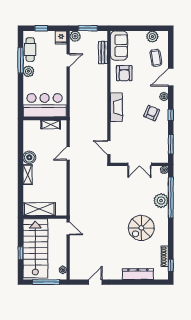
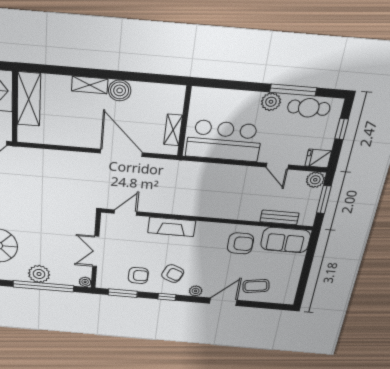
plant: (152, 37) -> (289, 284), removed
armchair: (124, 73) -> (240, 243), turned 180
door: (171, 77) -> (223, 302), hinge flipped
bar counter: (45, 105) -> (224, 141), moved, turned -90
fireplace: (116, 107) -> (172, 227), moved
armchair: (155, 135) -> (138, 275), added
door: (68, 153) -> (121, 153), width x1.87

